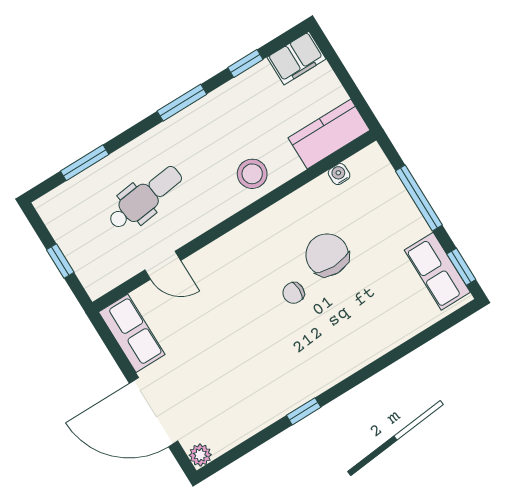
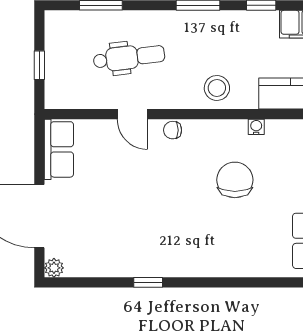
water cooler: (339, 174) -> (256, 127), moved
door: (163, 265) -> (132, 114), moved
chair: (294, 293) -> (173, 130), moved

